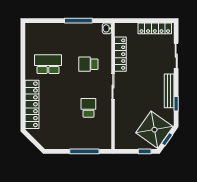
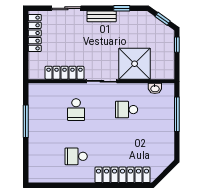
washbasin: (107, 28) -> (155, 88), moved
school desk: (48, 64) -> (76, 156), width x0.54
bench: (169, 91) -> (102, 16), width x0.73
shower: (154, 130) -> (135, 64), moved, turned -35

